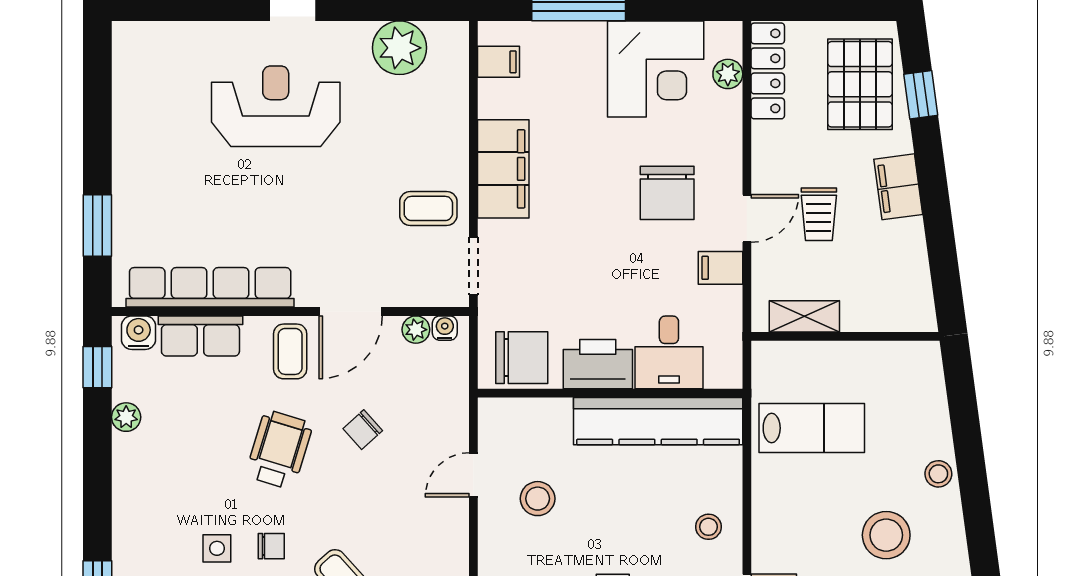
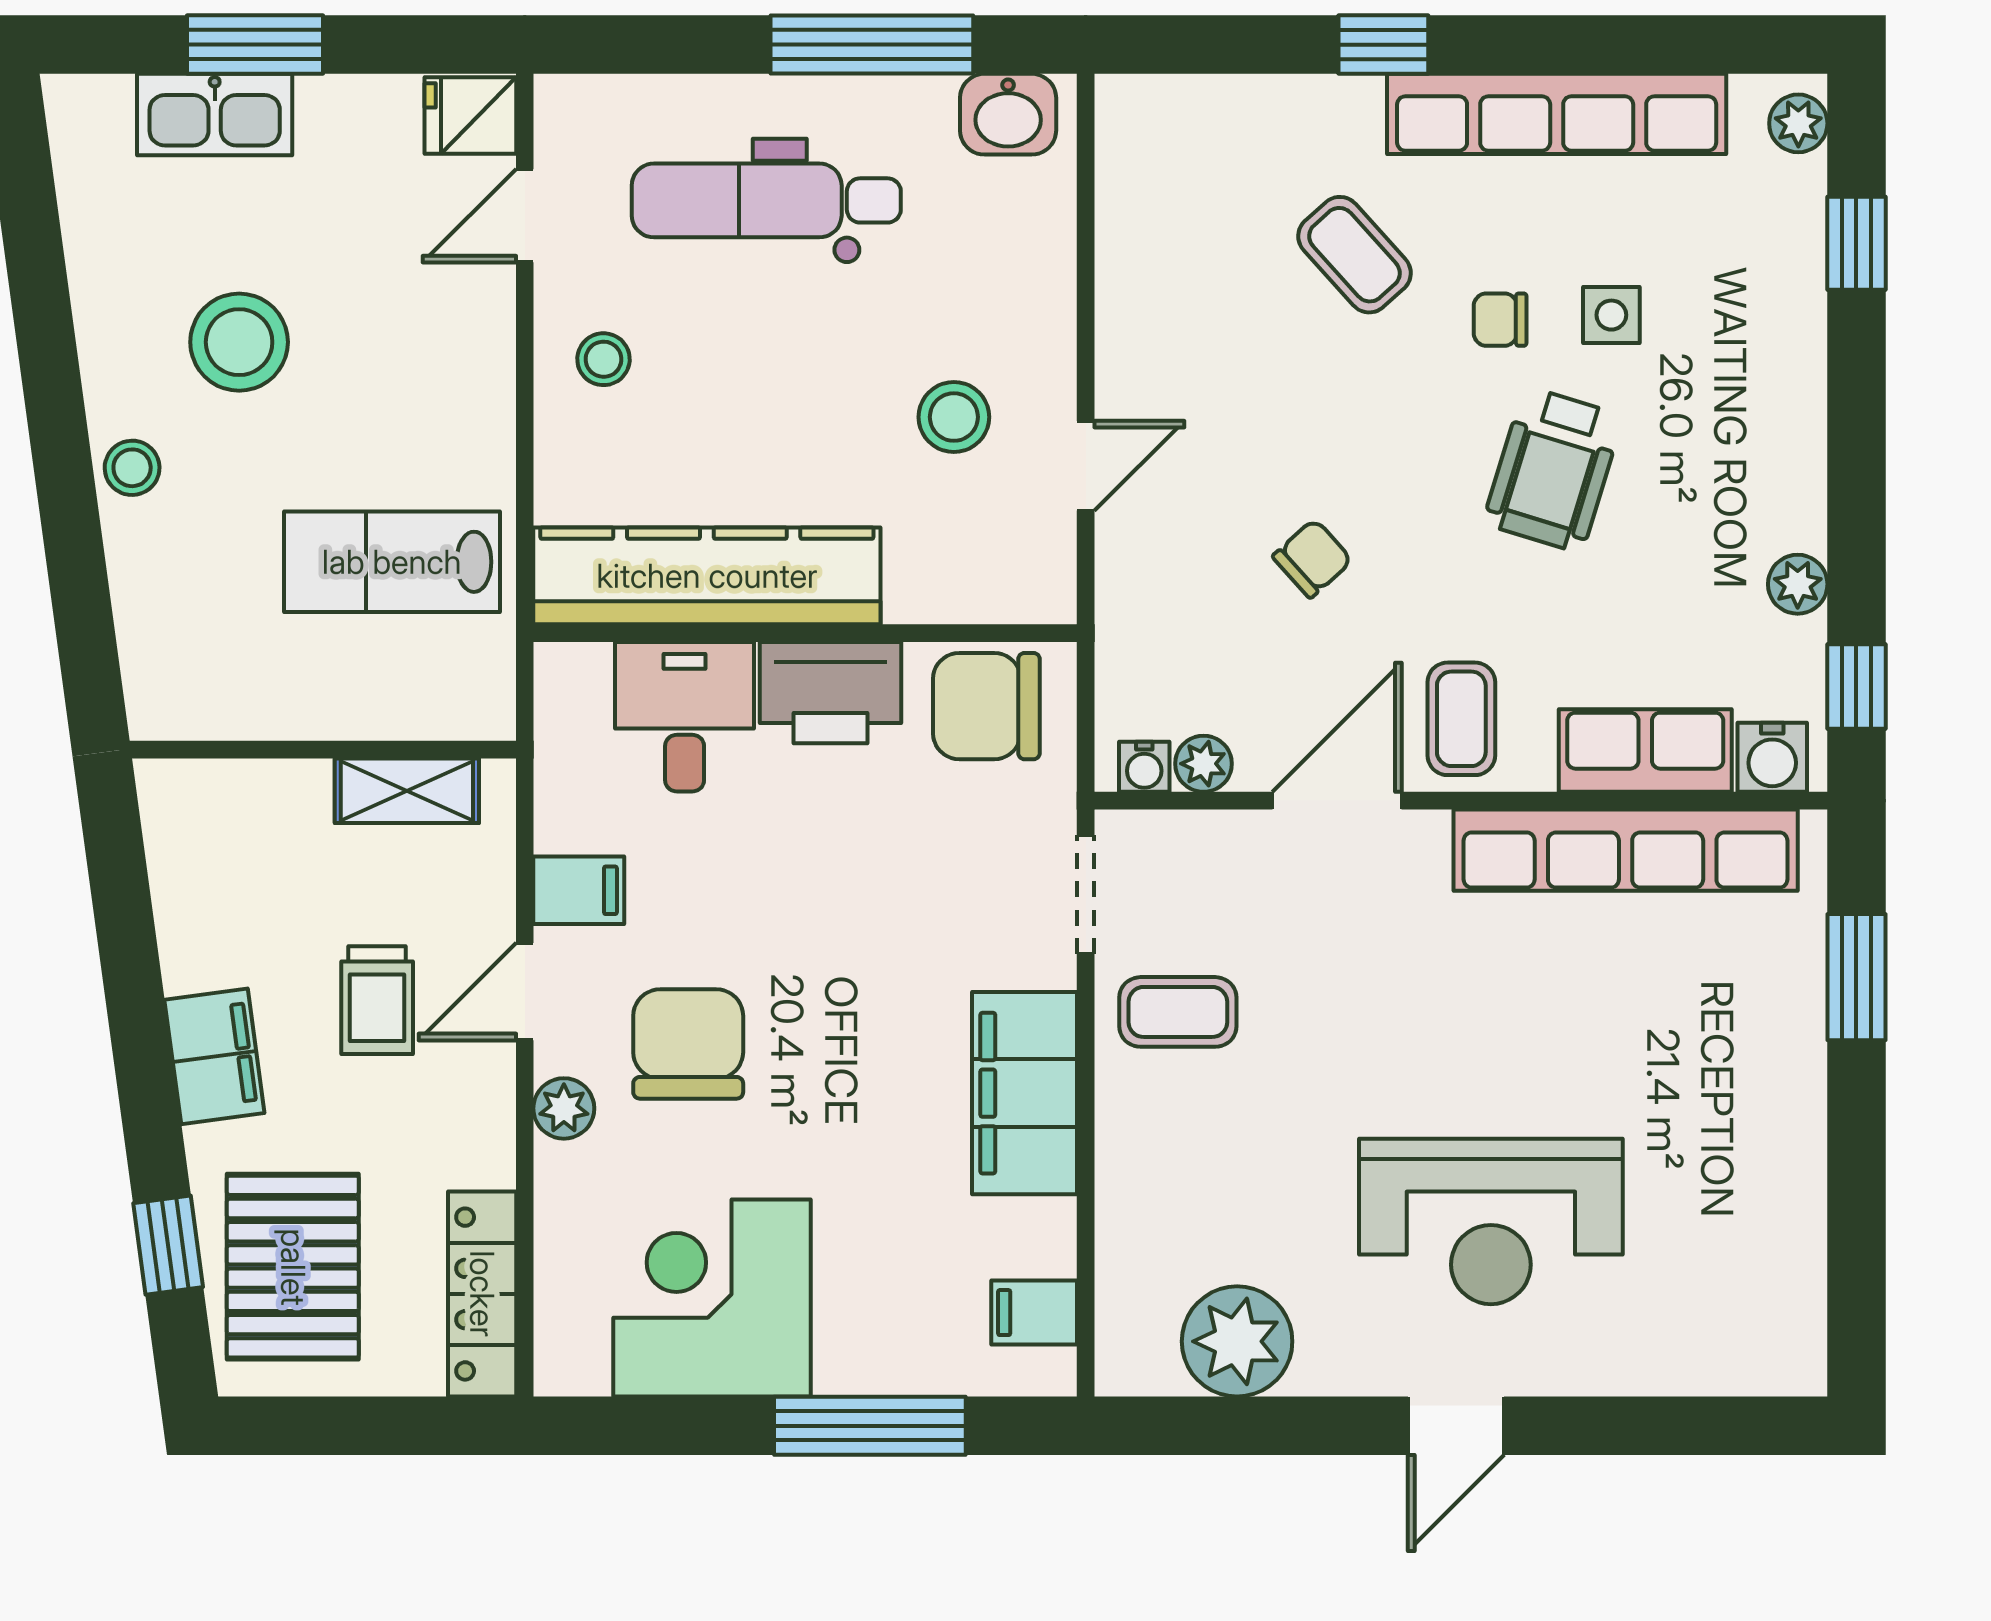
plant: (728, 74) -> (564, 1108), moved
trolley: (819, 214) -> (377, 1000), turned 180
wheelchair: (279, 450) -> (1553, 470), moved

